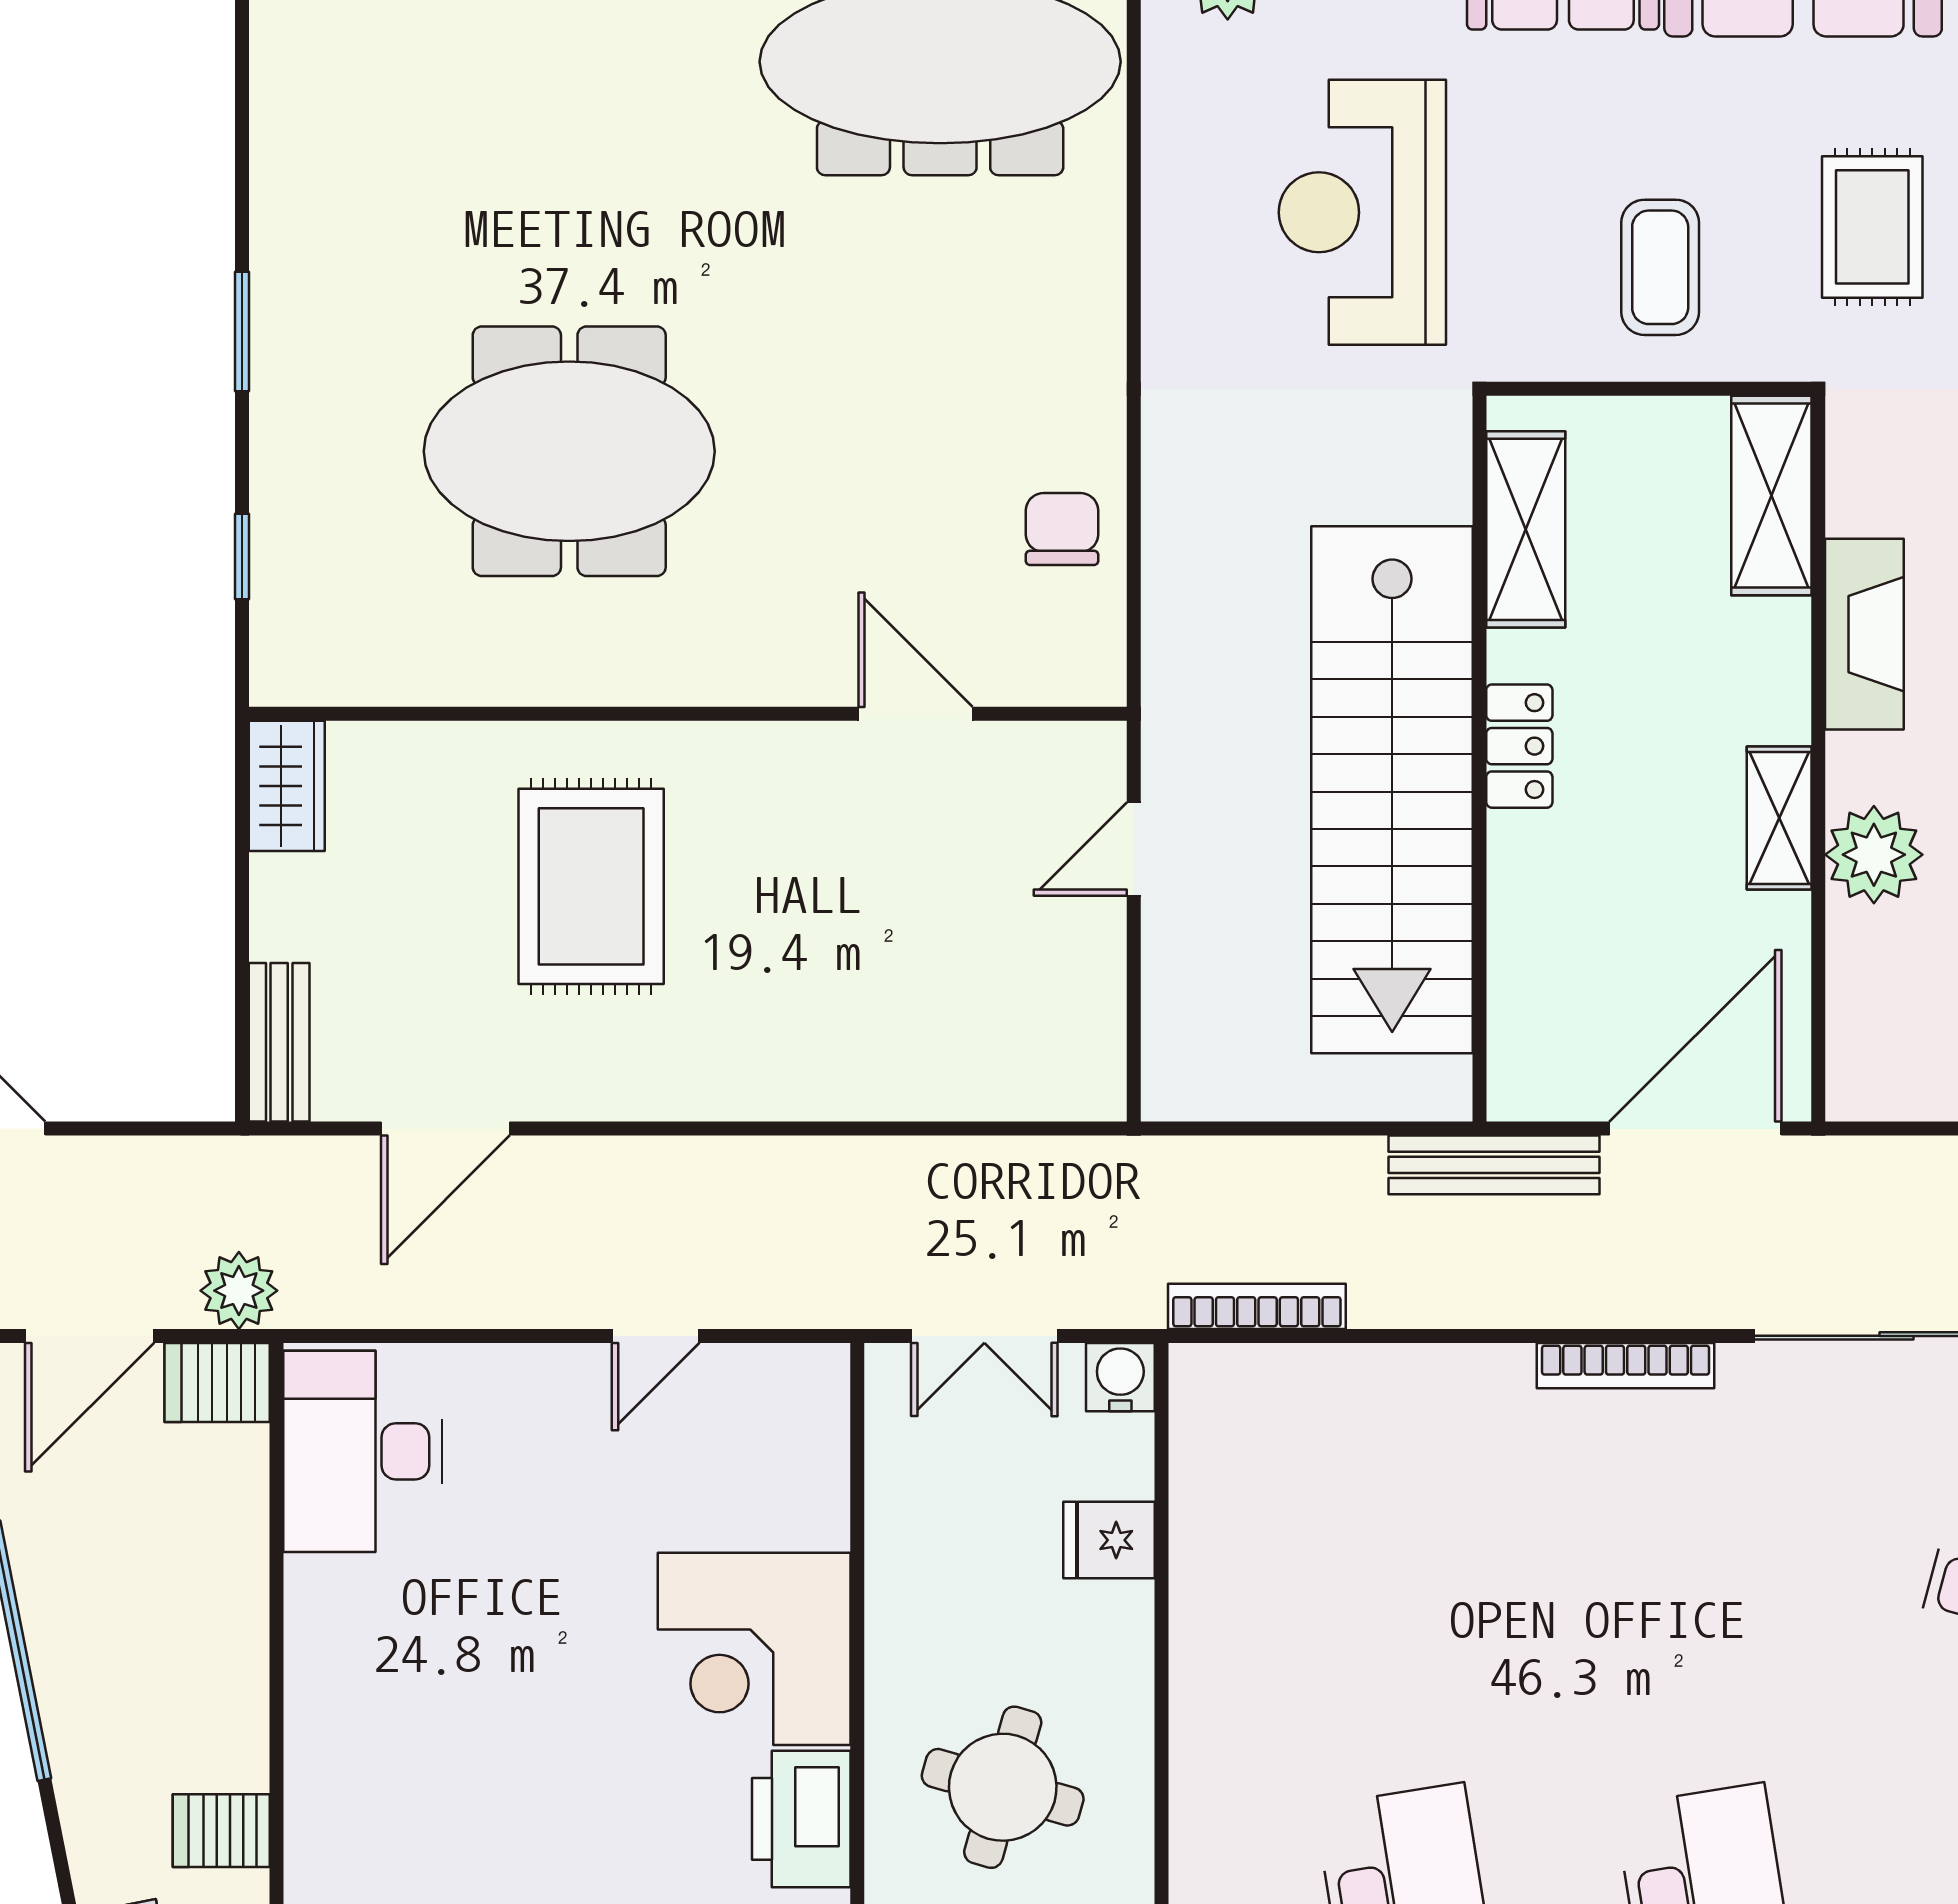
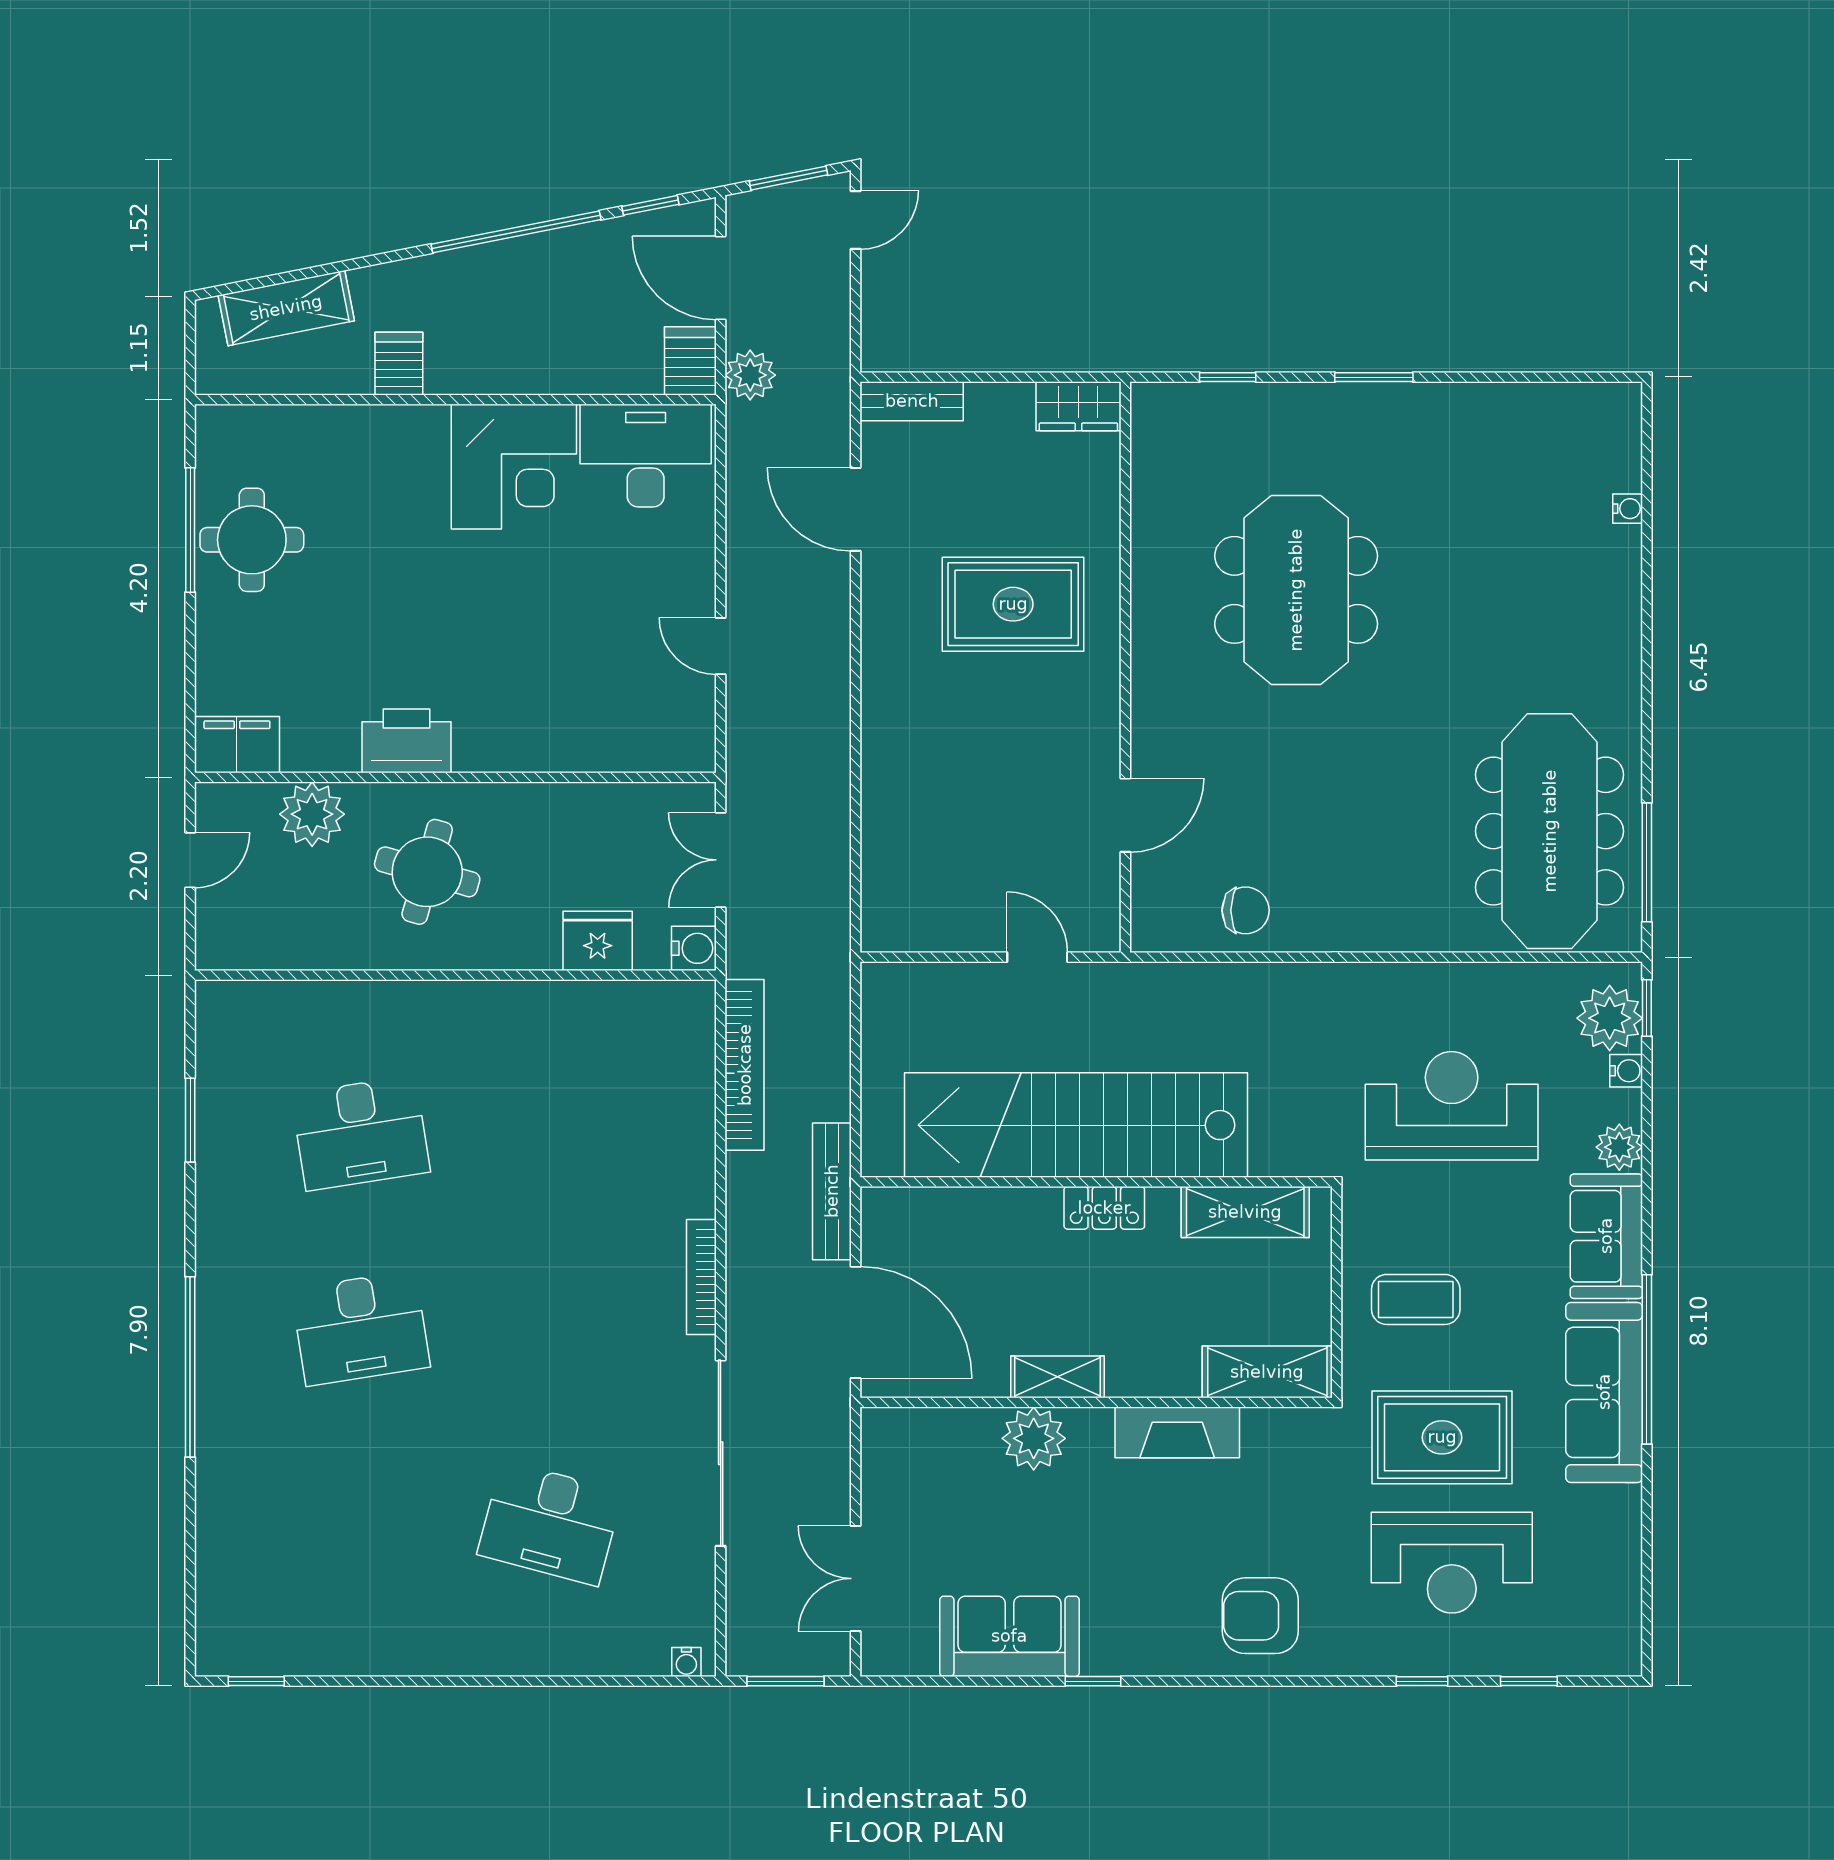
rug: (1872, 227) -> (1442, 1437), width x1.36, depth x1.43
bookcase: (1257, 1306) -> (745, 1065), width x1.48, depth x1.31
fridge: (1109, 1540) -> (598, 941), width x1.38
corner desk: (754, 1649) -> (514, 467), moved, turned 180

